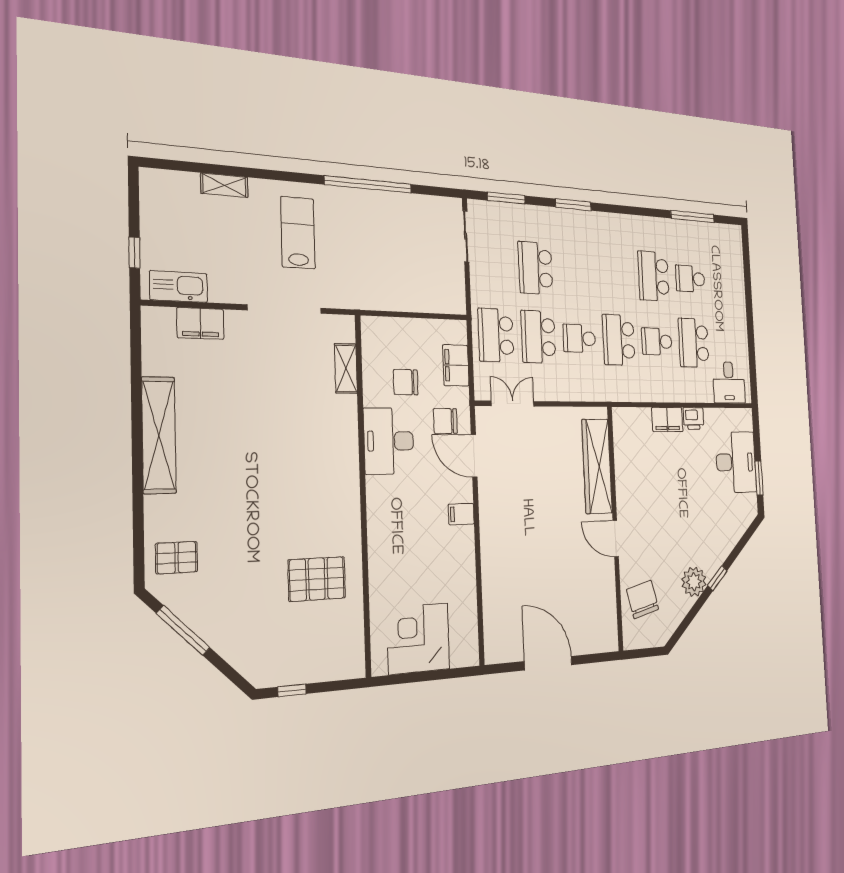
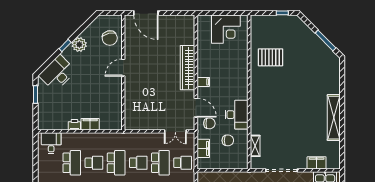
school desk: (496, 335) -> (183, 163), width x0.54
desk: (736, 462) -> (57, 73), moved, turned 45
wardrobe: (597, 466) -> (187, 68), moved, turned 180
door: (616, 539) -> (123, 68), swing flipped
pallet: (177, 558) -> (328, 69), removed
door: (548, 663) -> (146, 13), moved

